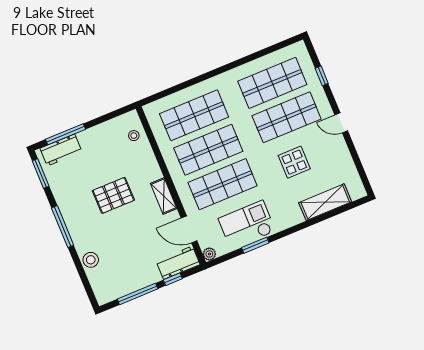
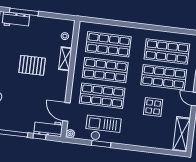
shelving: (164, 196) -> (65, 59), moved
shelving: (325, 202) -> (182, 134), moved, turned 90

